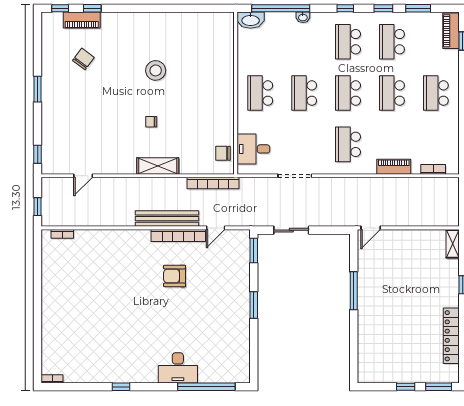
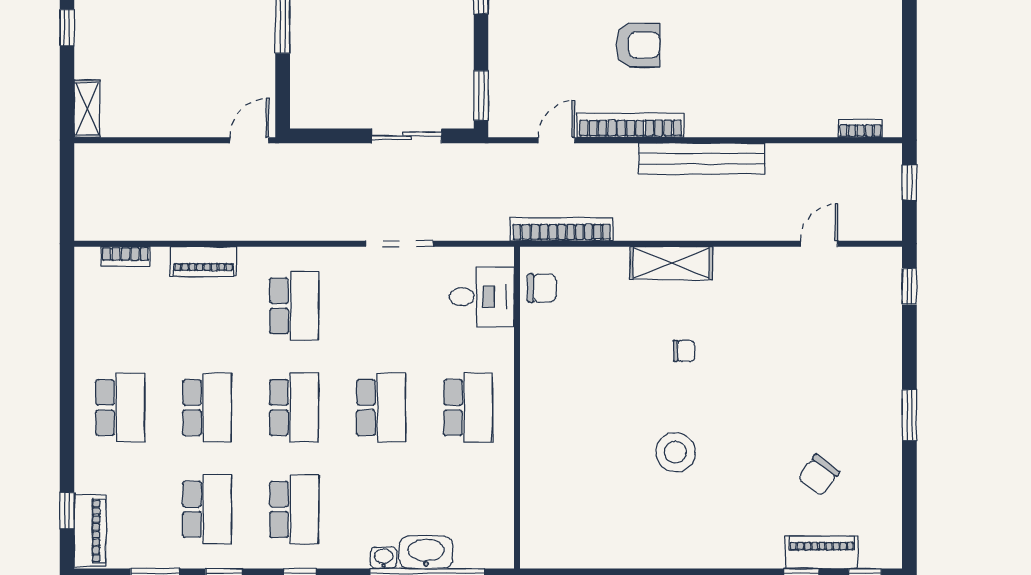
washbasin: (251, 20) -> (426, 552), moved
bench: (167, 219) -> (702, 159), moved

